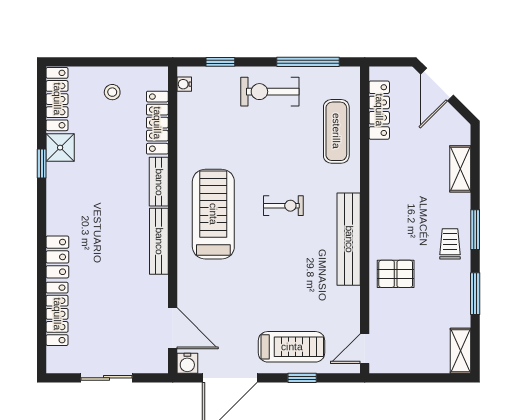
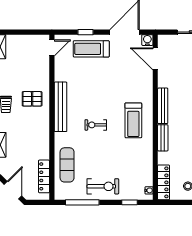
locker: (157, 123) -> (164, 182), moved
treadmill: (213, 214) -> (133, 120), width x0.73, depth x0.73
pallet: (396, 274) -> (32, 99), moved

